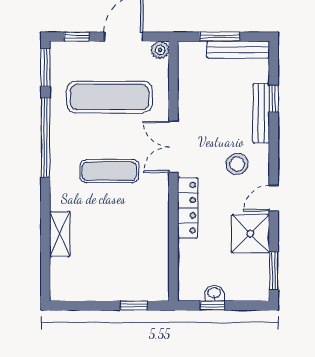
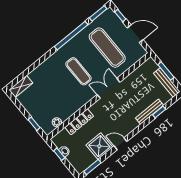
plant: (160, 50) -> (57, 122), moved
stool: (237, 164) -> (122, 119), removed
locker: (188, 208) -> (79, 122), moved
shelving: (60, 234) -> (21, 86), moved

